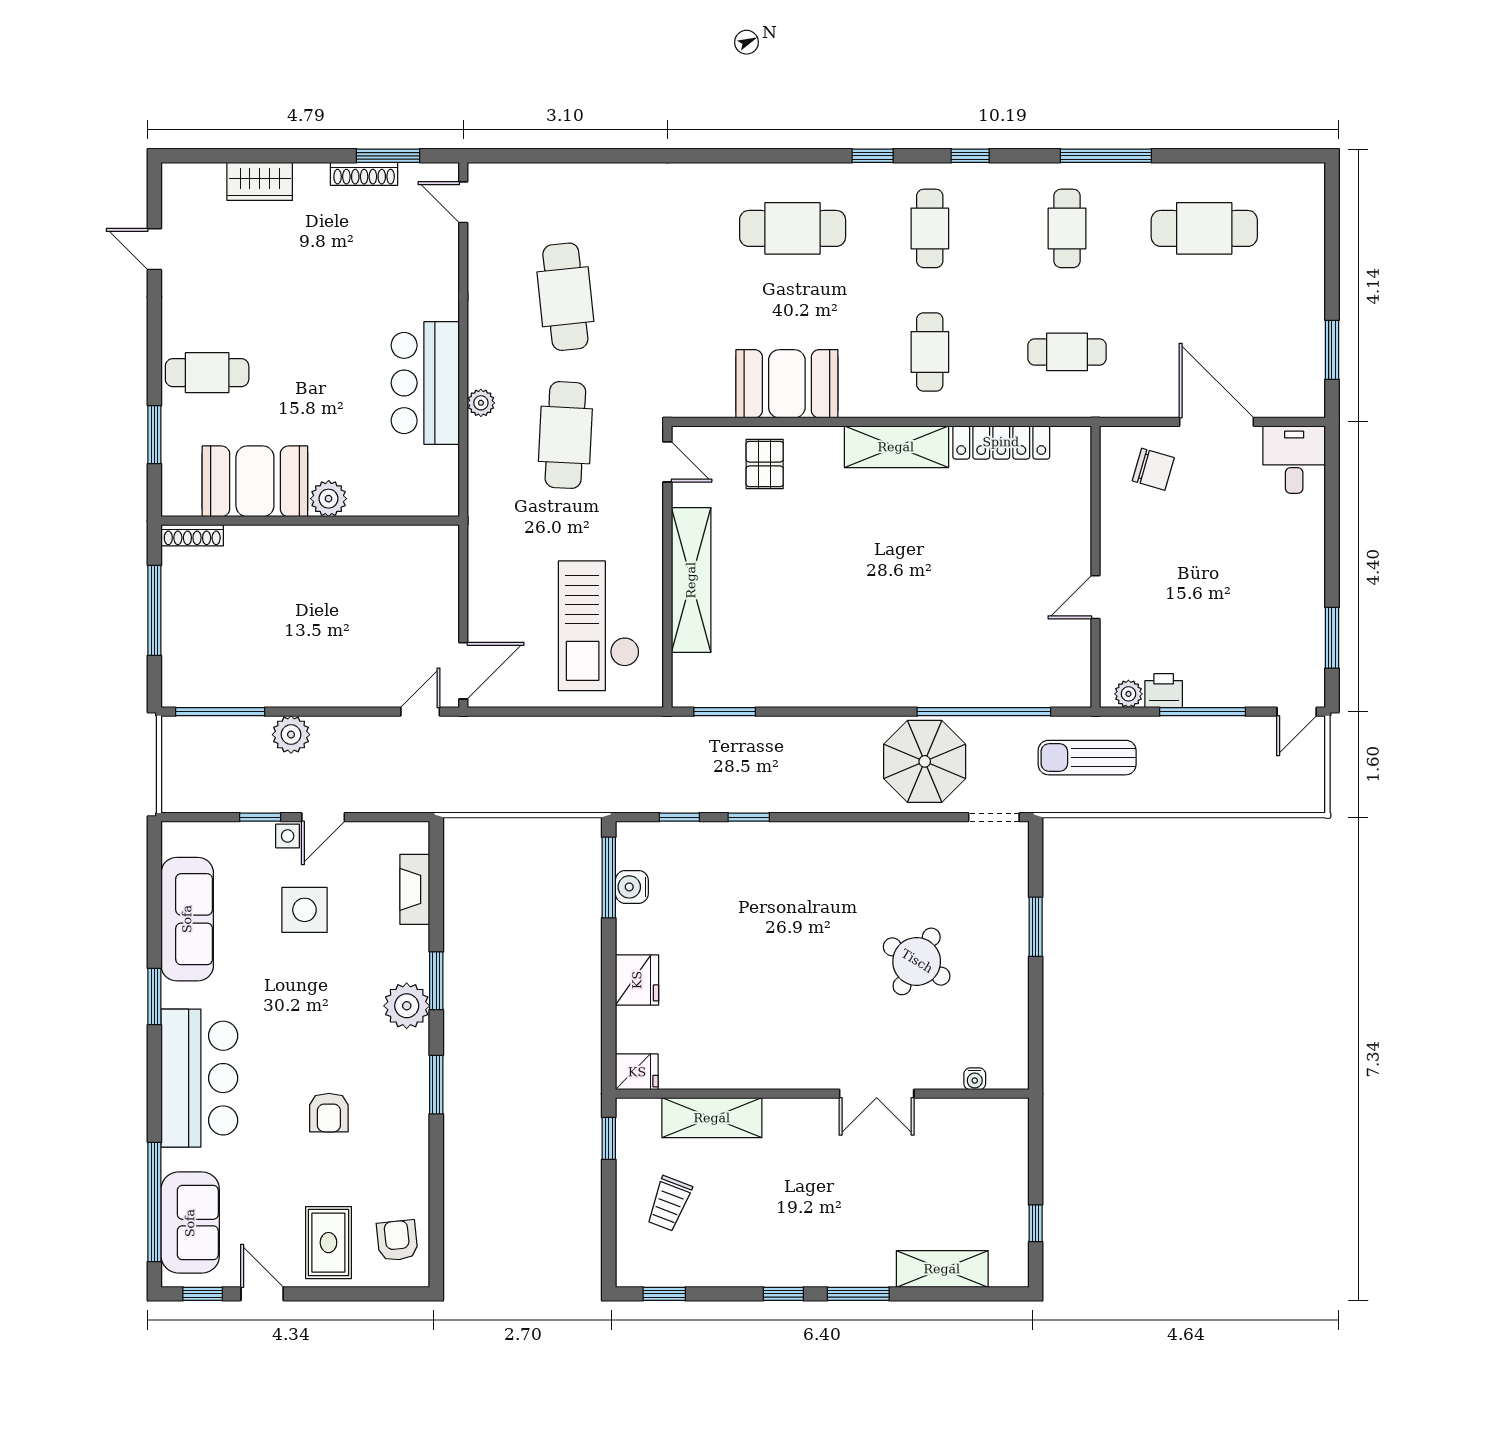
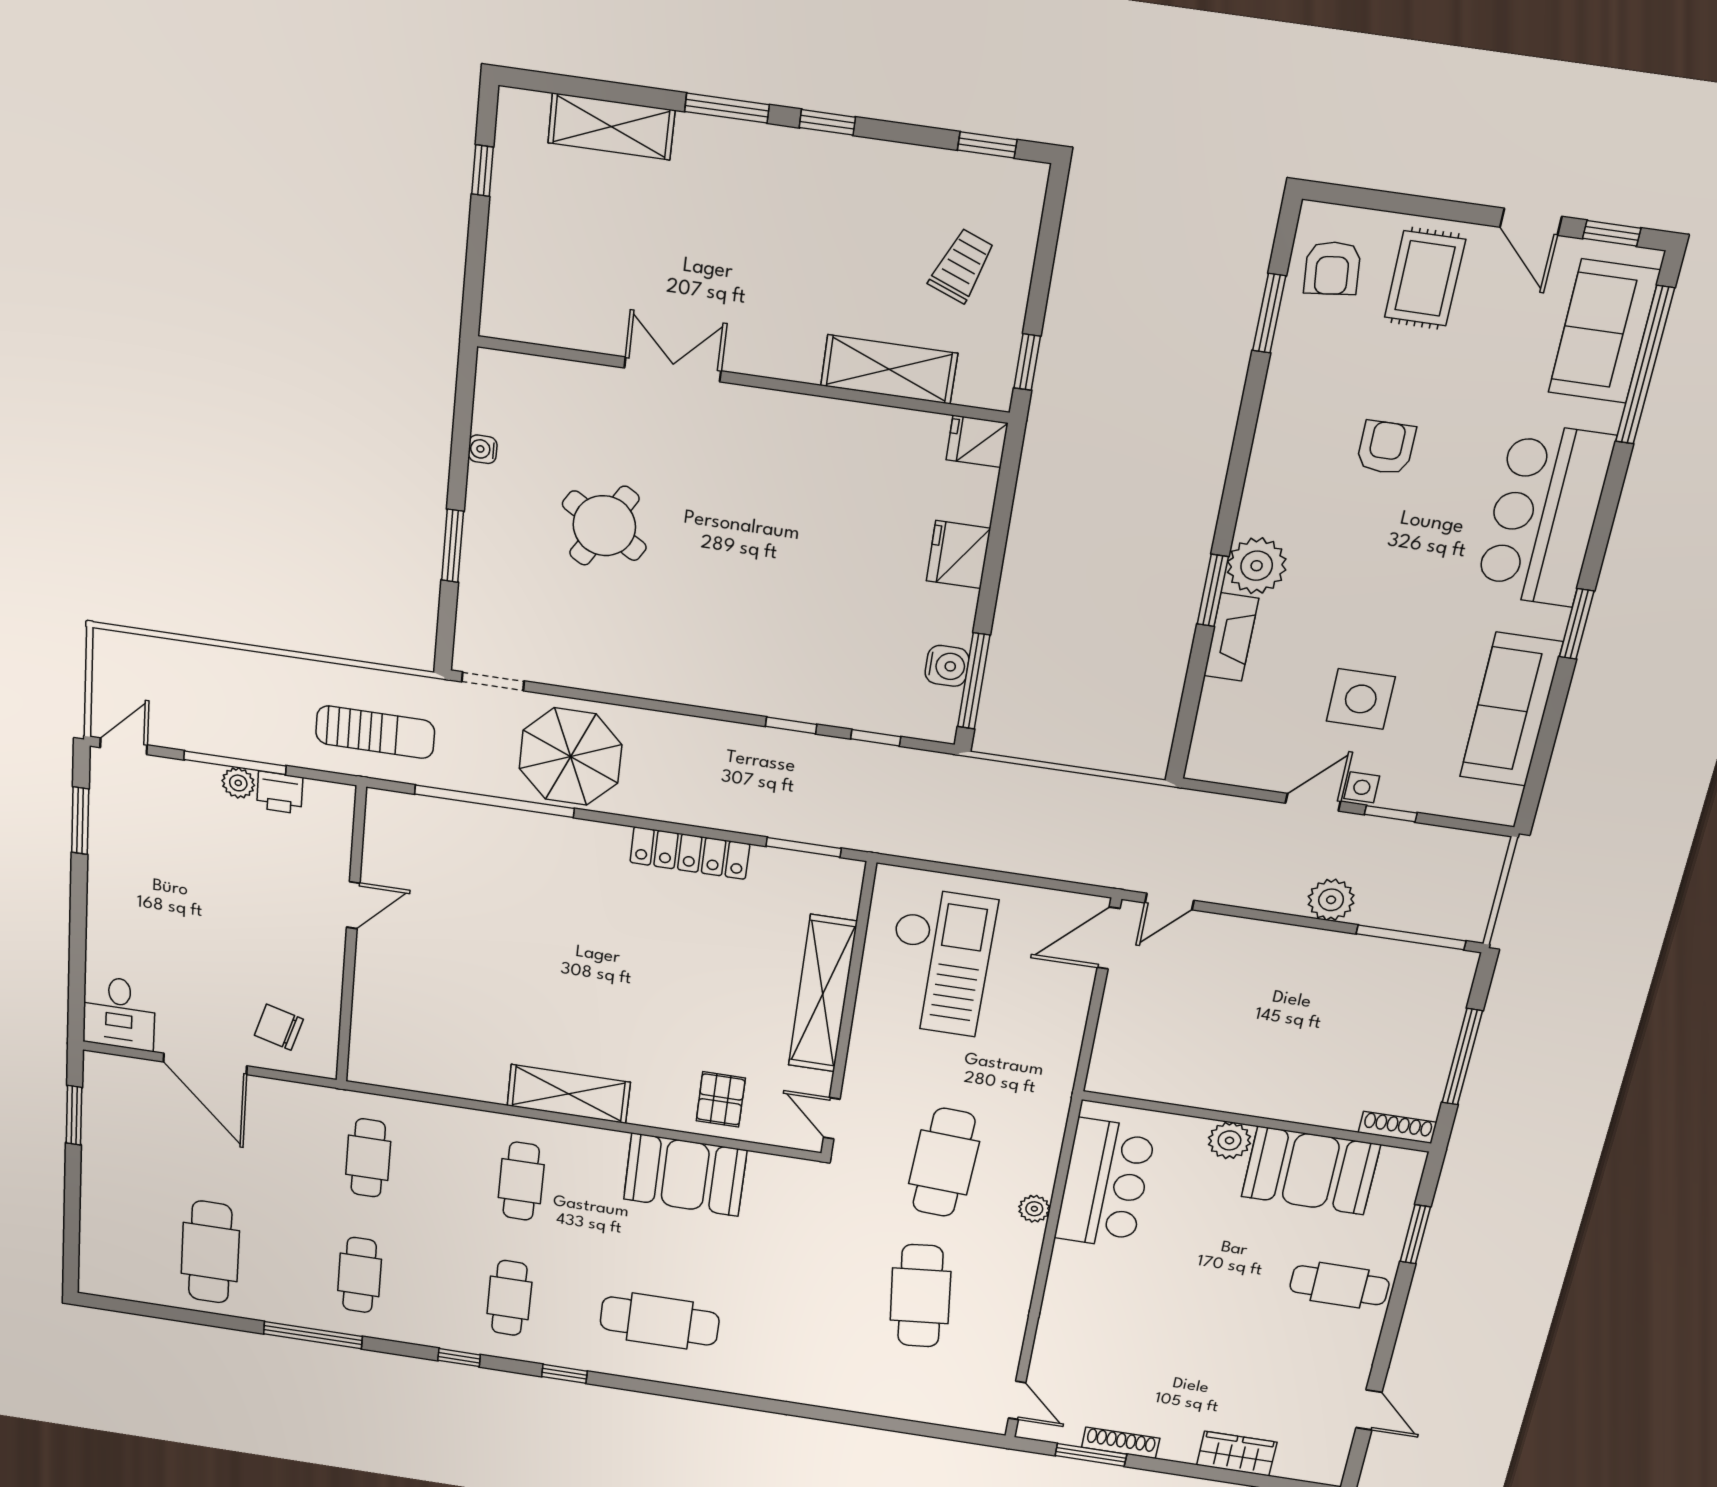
cafe table: (1204, 228) -> (210, 1252), turned 90
cafe table: (1067, 352) -> (368, 1158), turned 90
bar counter: (425, 383) -> (1105, 1184), moved
locker: (1001, 442) -> (690, 853), moved, turned 180
plant: (1128, 694) -> (238, 783), moved
fireplace: (415, 889) -> (1231, 637), moved
water cooler: (975, 1079) -> (483, 449), moved, turned -90
window: (436, 1085) -> (1269, 313), moved

